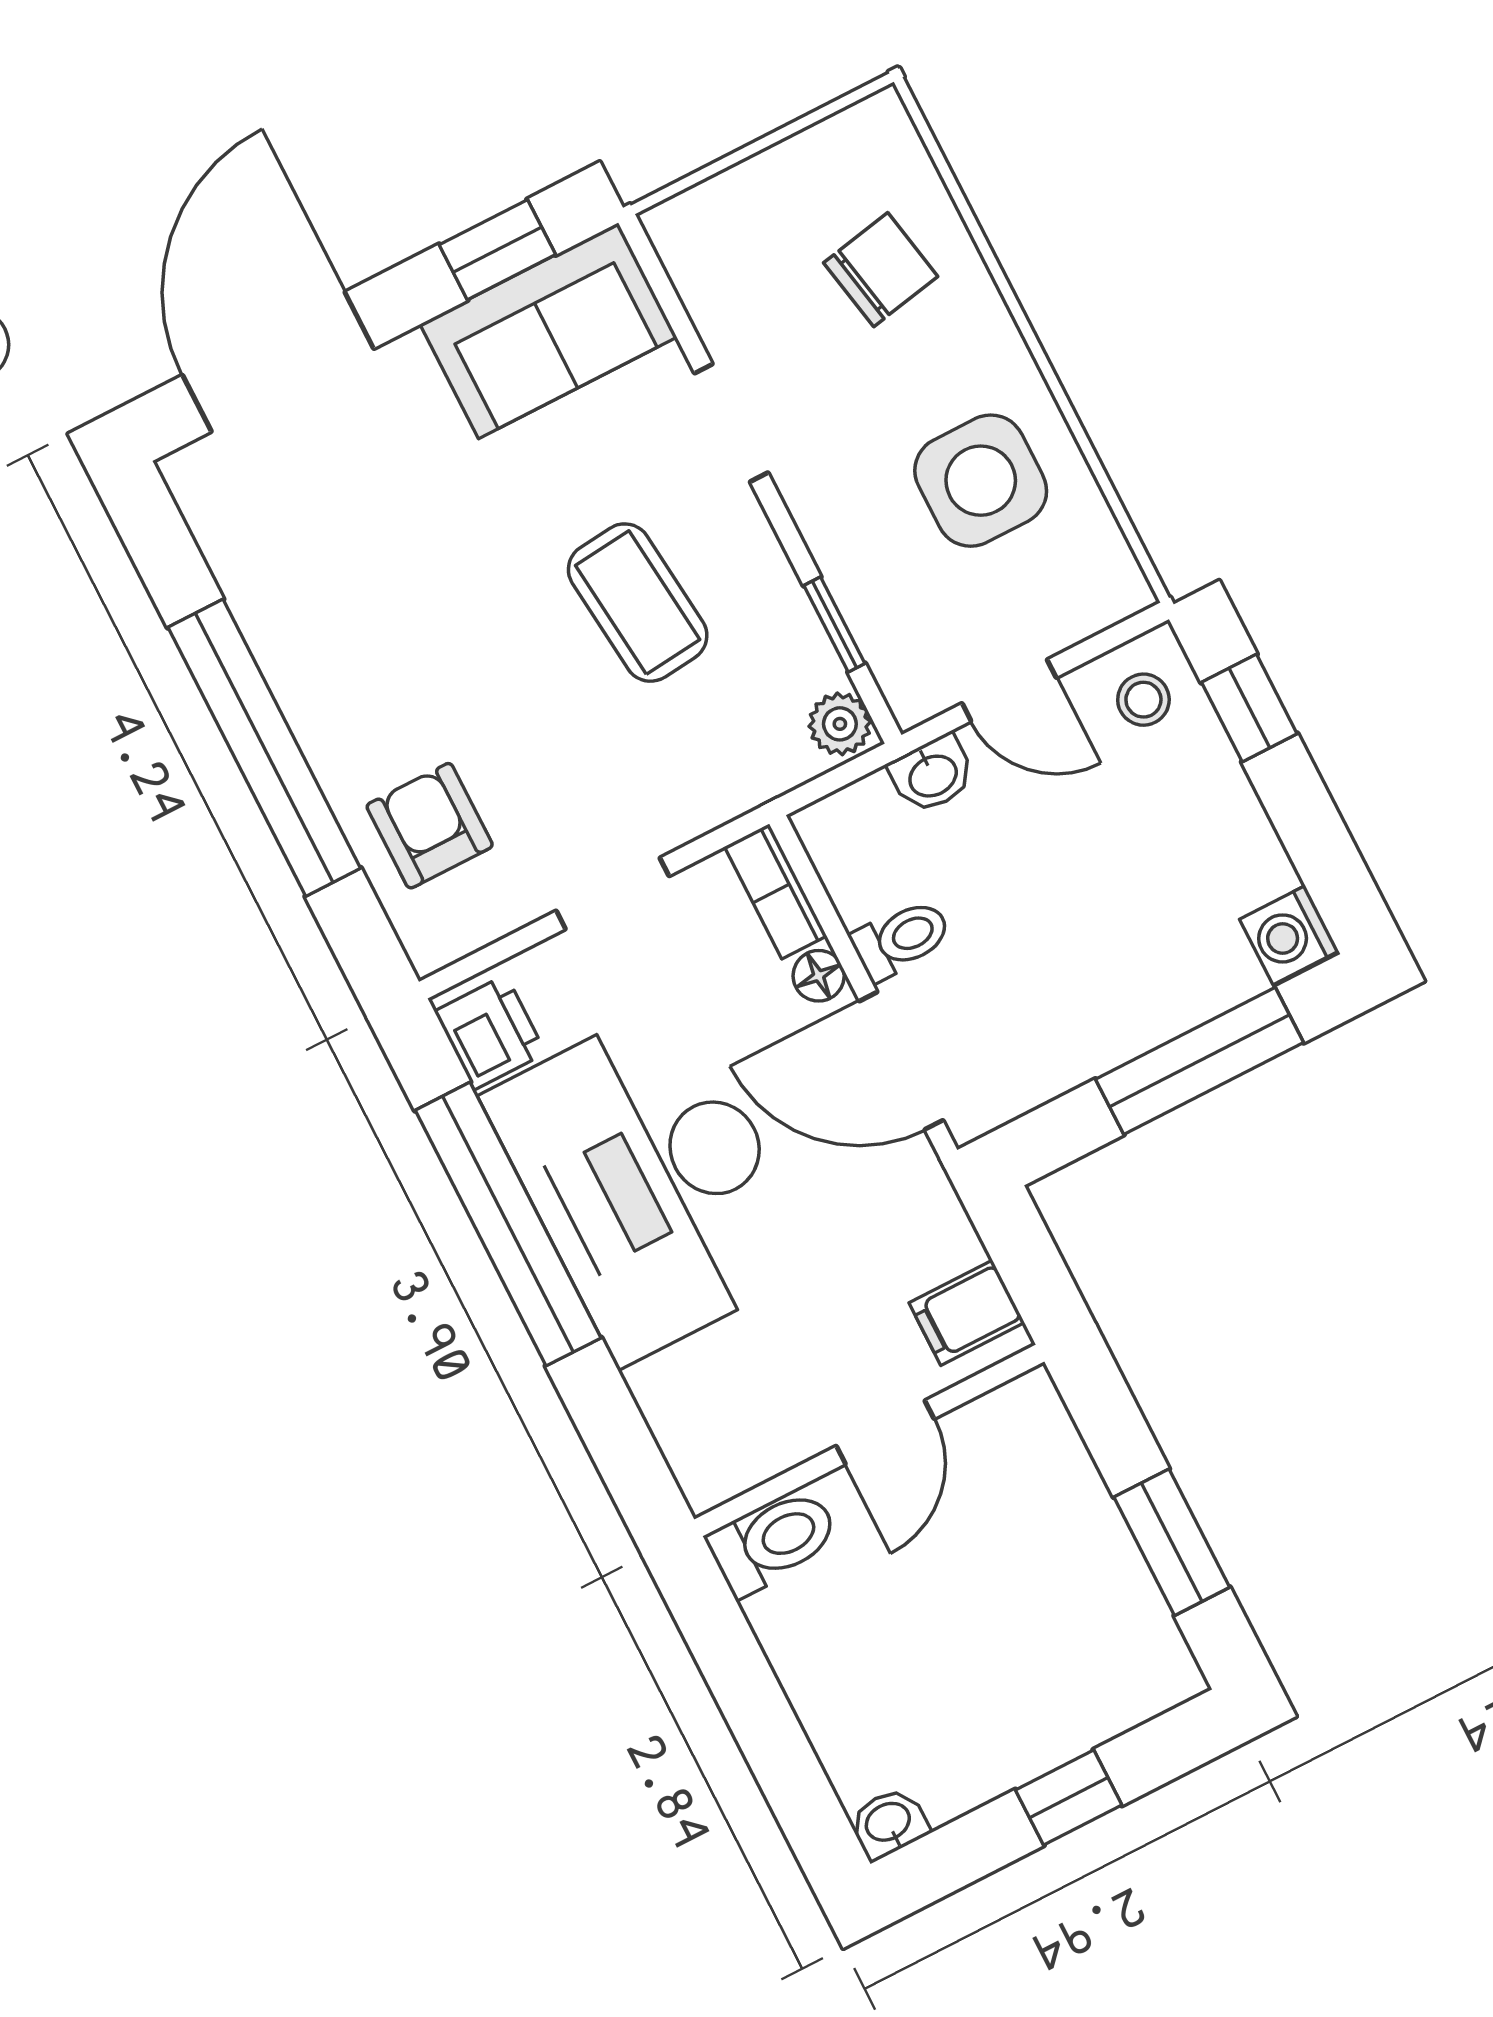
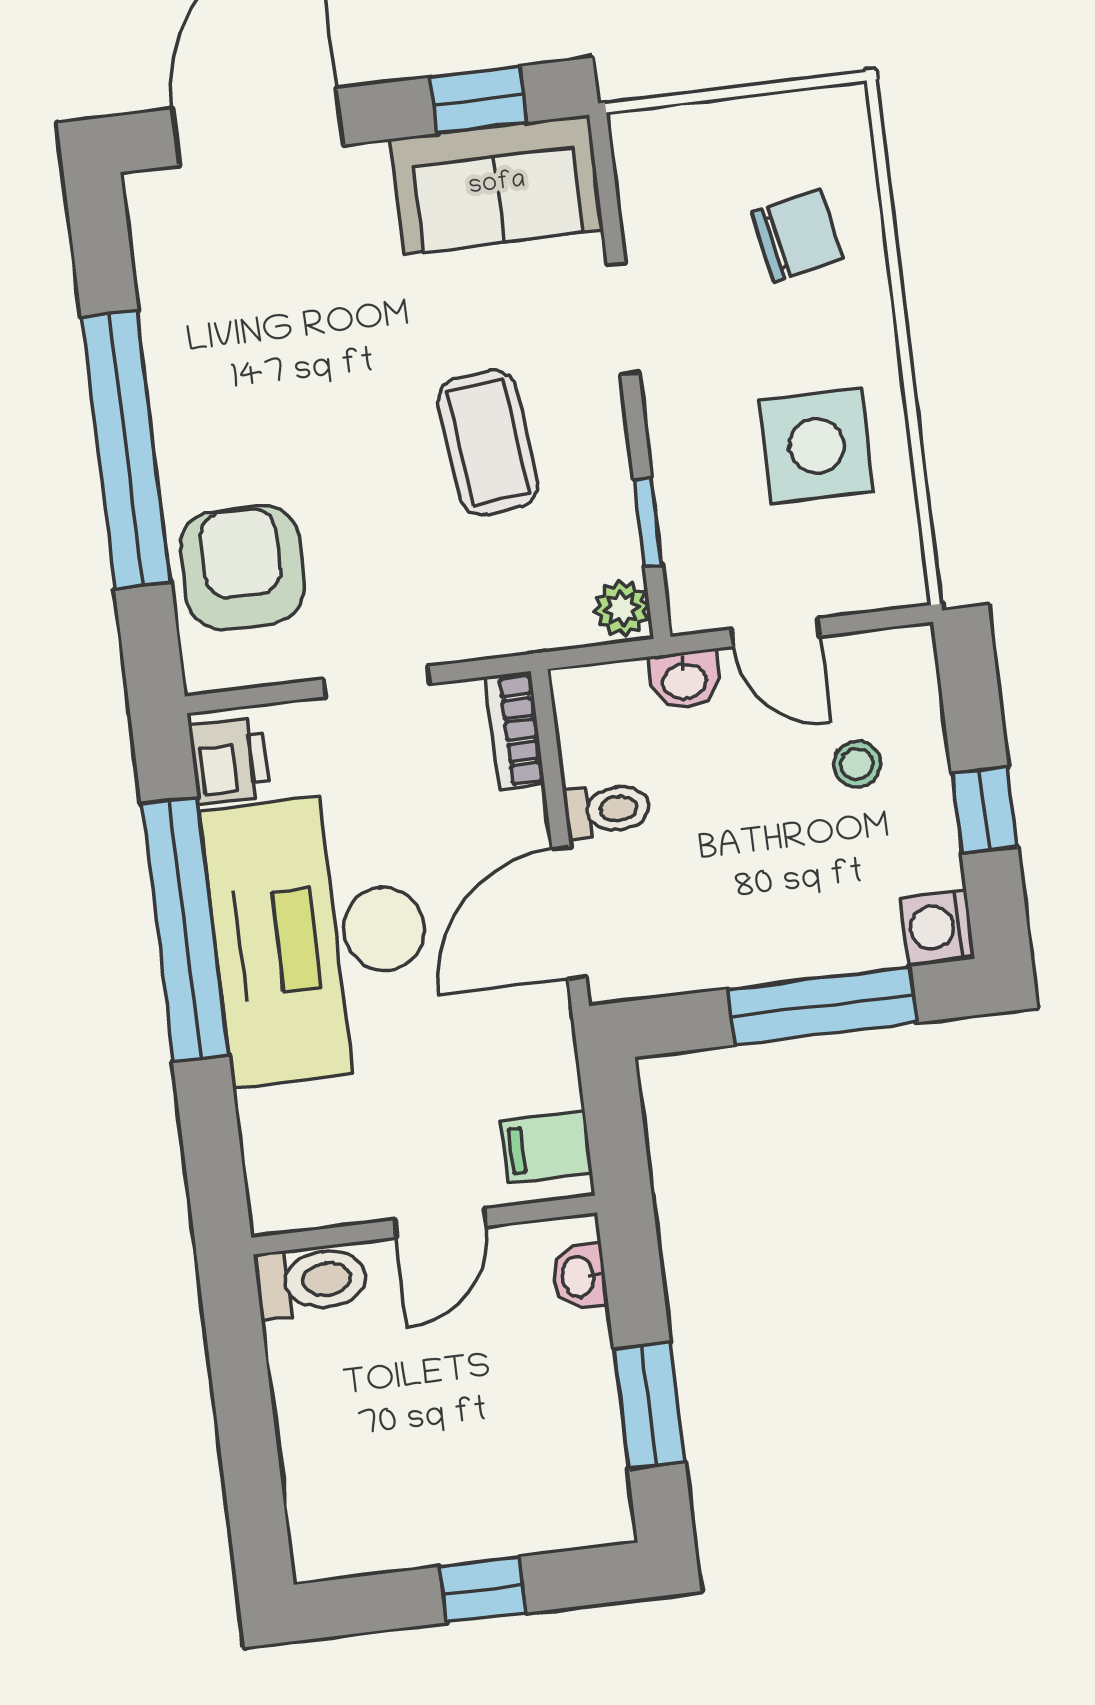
stool: (1143, 700) -> (857, 764), moved
window: (1249, 708) -> (985, 810), moved
armchair: (430, 826) -> (242, 567), width x1.38, depth x1.38
floor lamp: (819, 976) -> (526, 815), removed
door: (901, 1061) -> (569, 913), hinge flipped
washbasin: (889, 1823) -> (580, 1277), moved, turned -90

